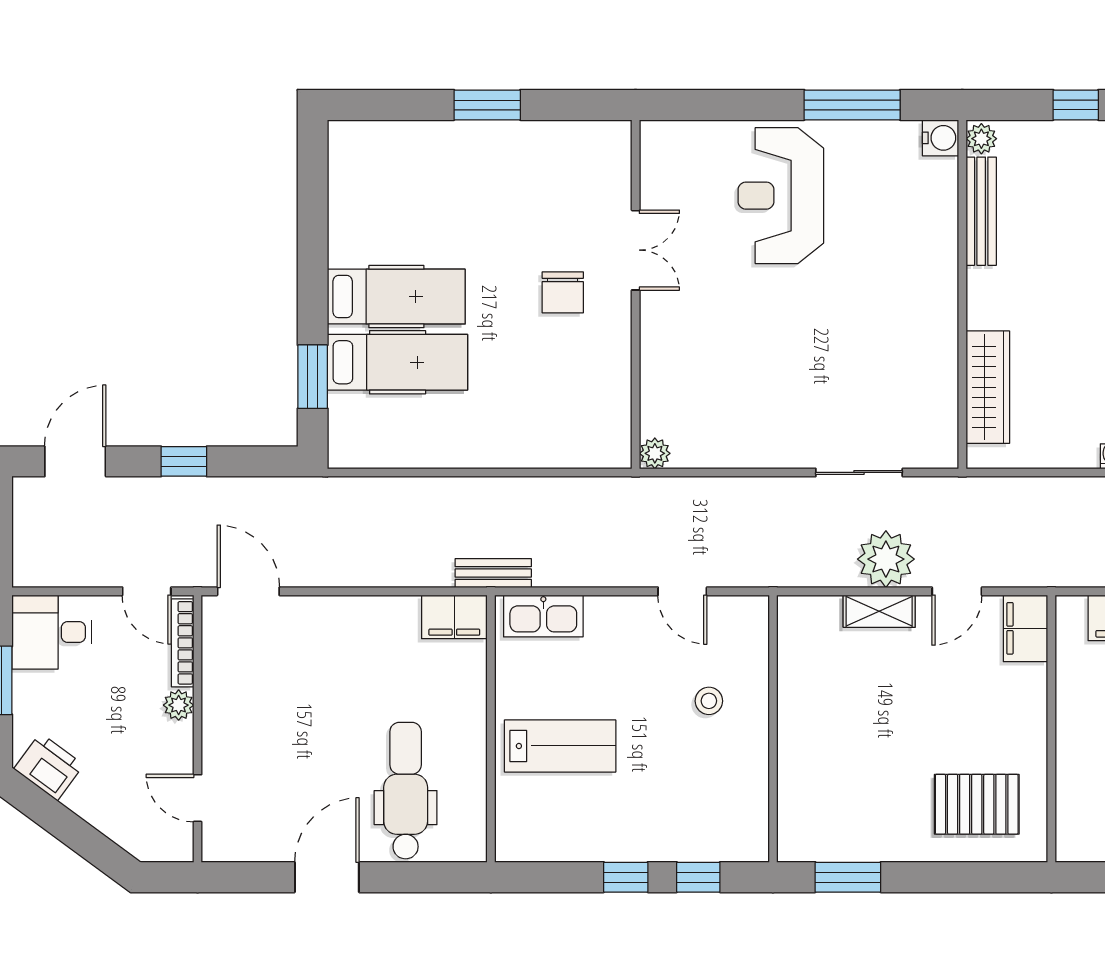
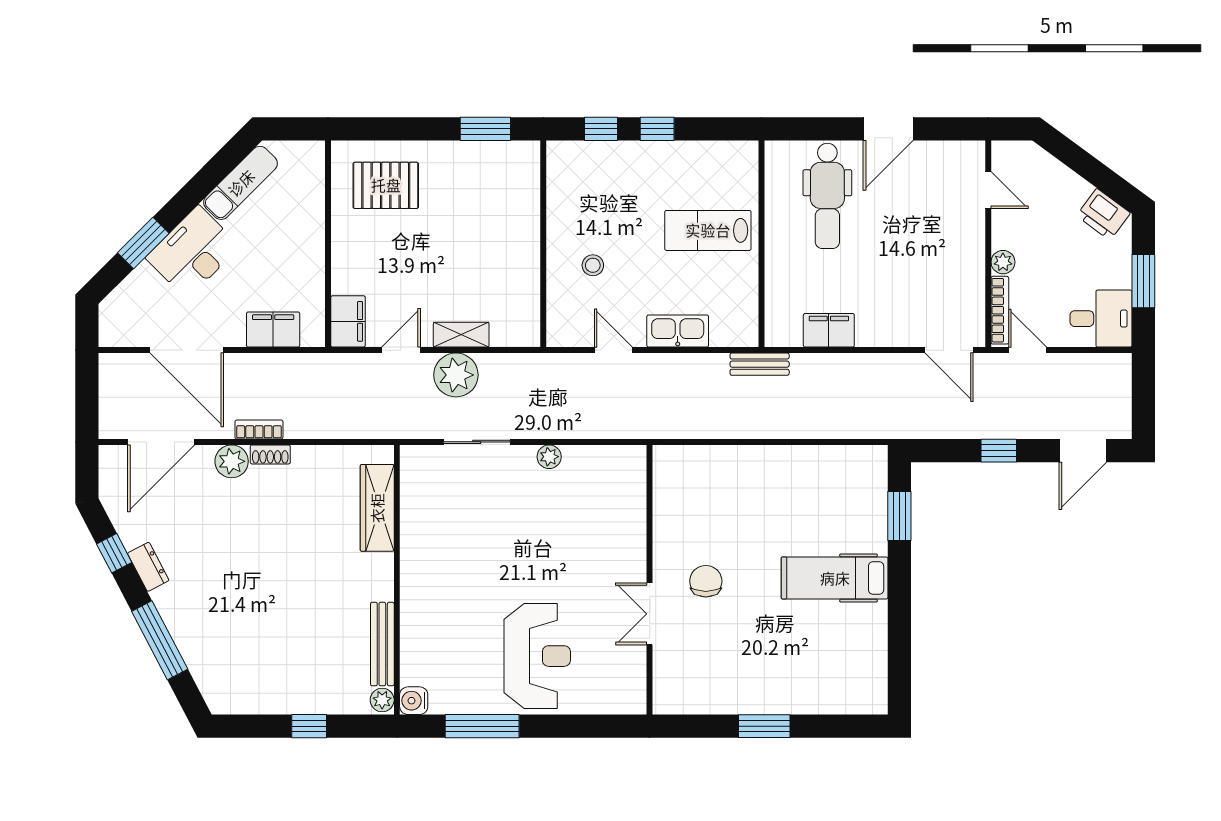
hospital bed: (398, 362) -> (834, 527), removed
plant: (655, 453) -> (549, 457), moved
kitchen sink: (543, 616) -> (678, 331), moved
filing cabinet: (454, 617) -> (829, 330), moved

